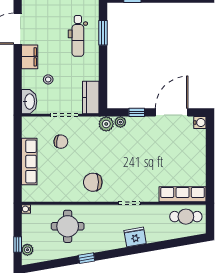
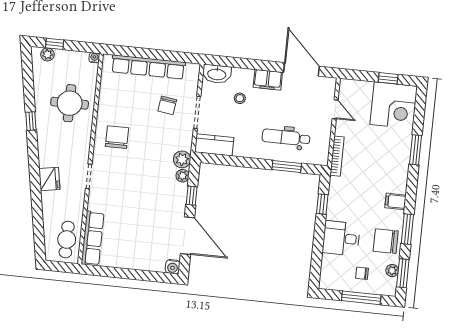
row of seats: (29, 161) -> (148, 67), width x1.36

